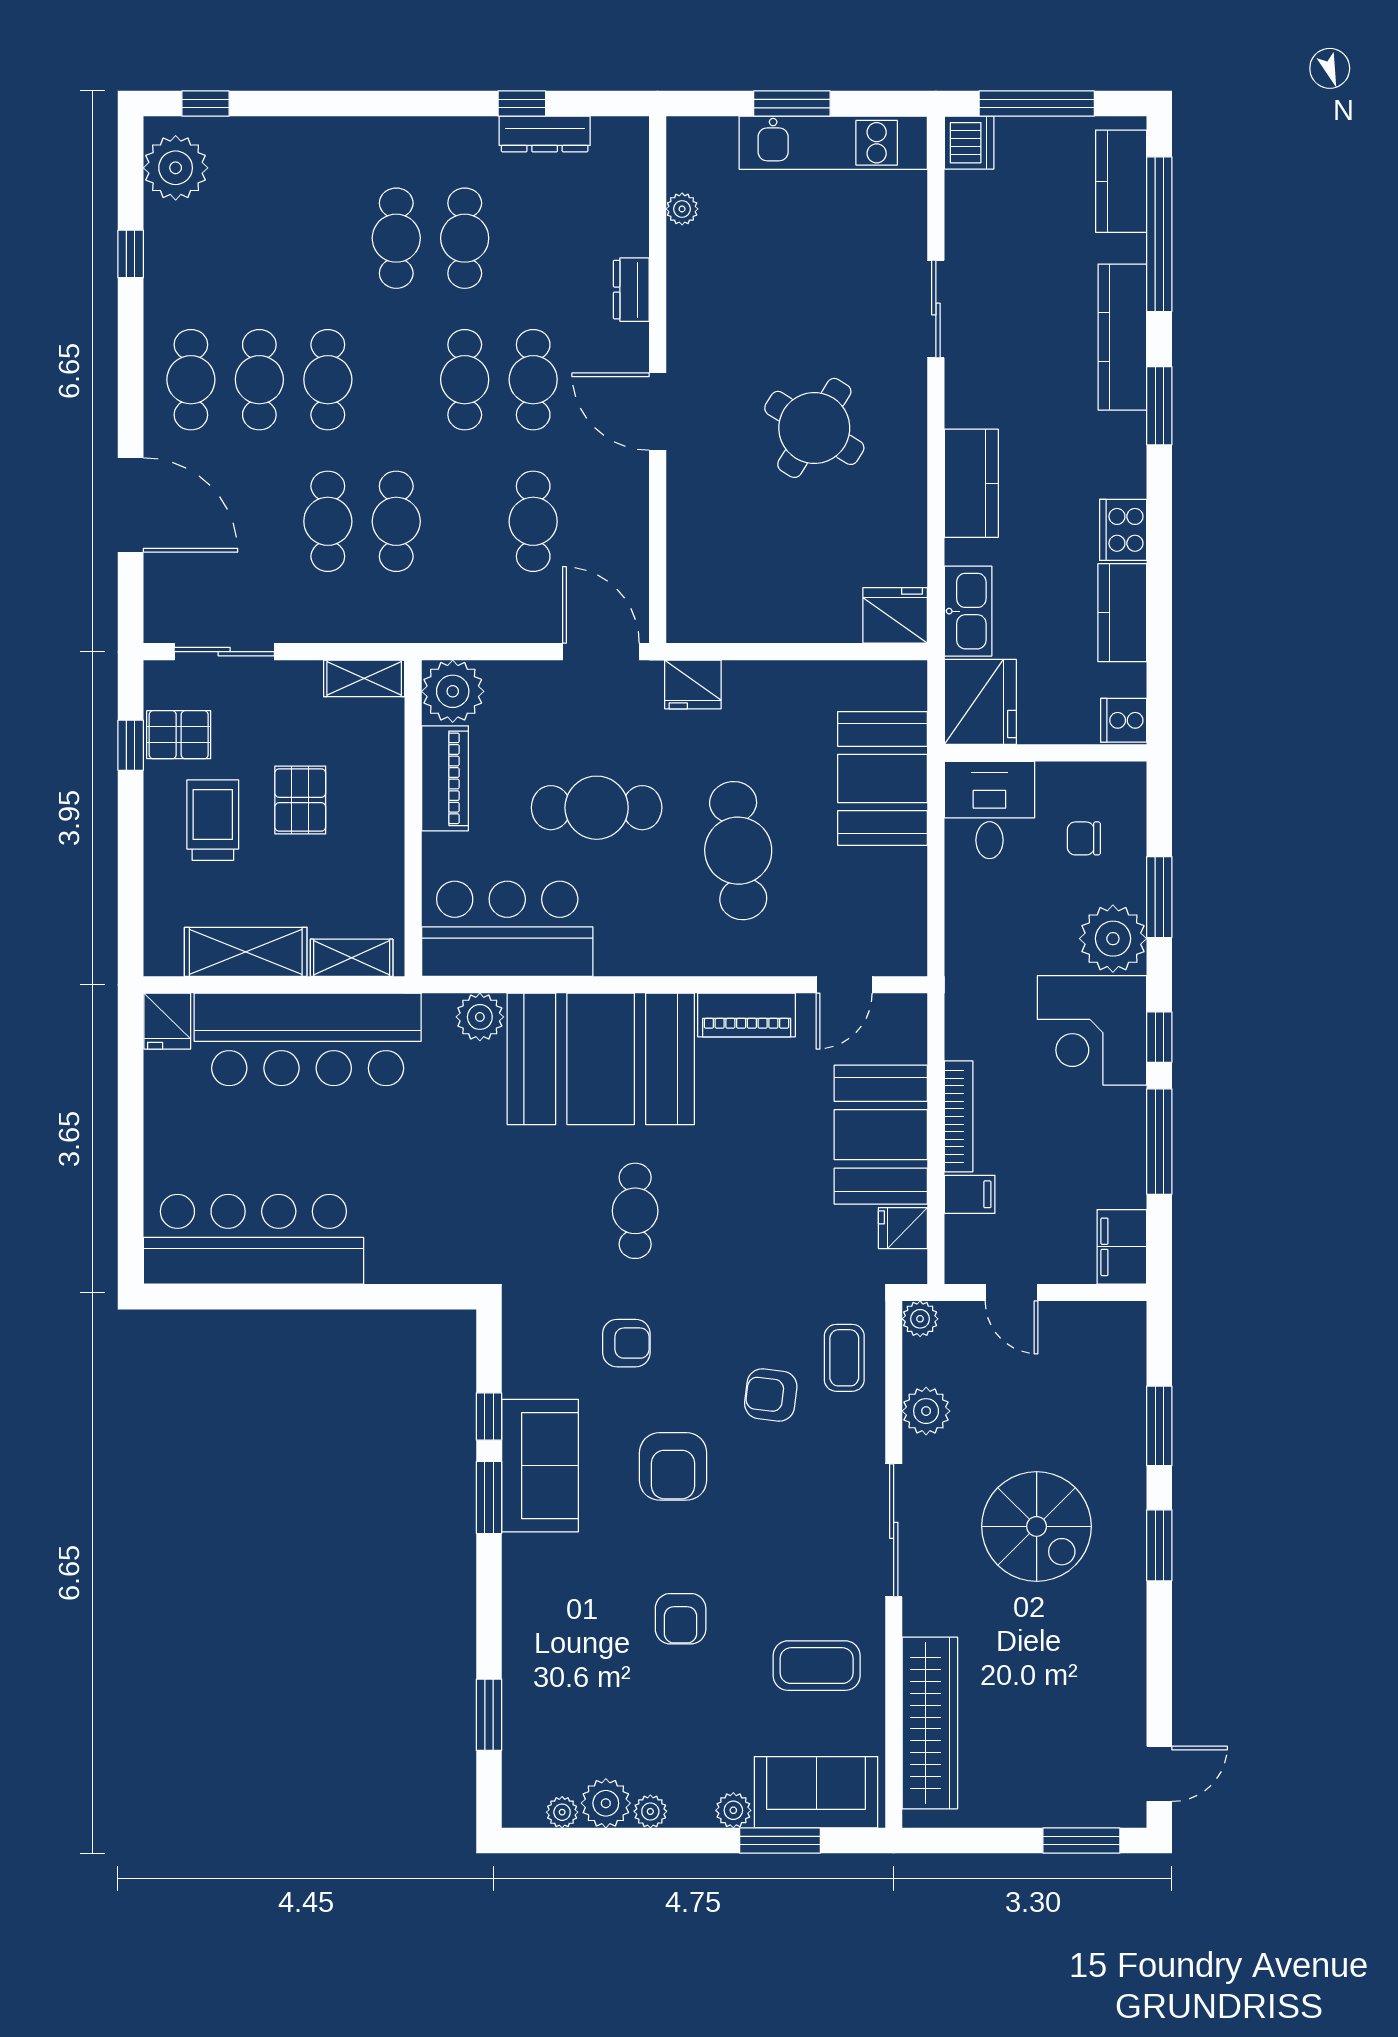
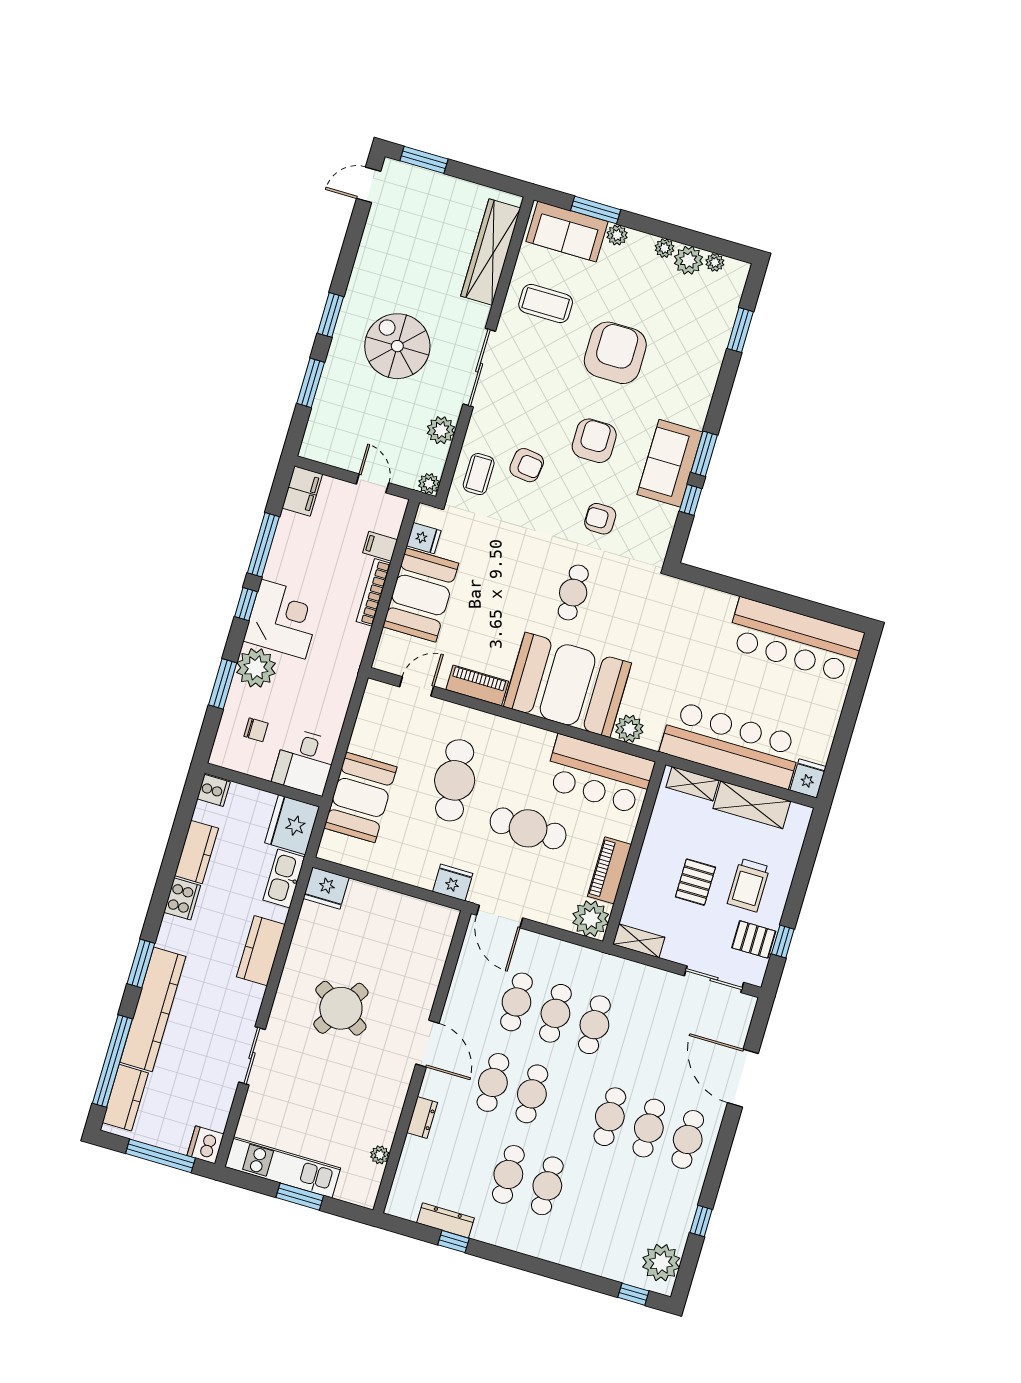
kitchen counter: (1122, 337) -> (153, 1009), width x1.39, depth x1.17
cafe table: (328, 521) -> (555, 1013), moved
armchair: (681, 1619) -> (615, 353), width x1.88, depth x1.88

